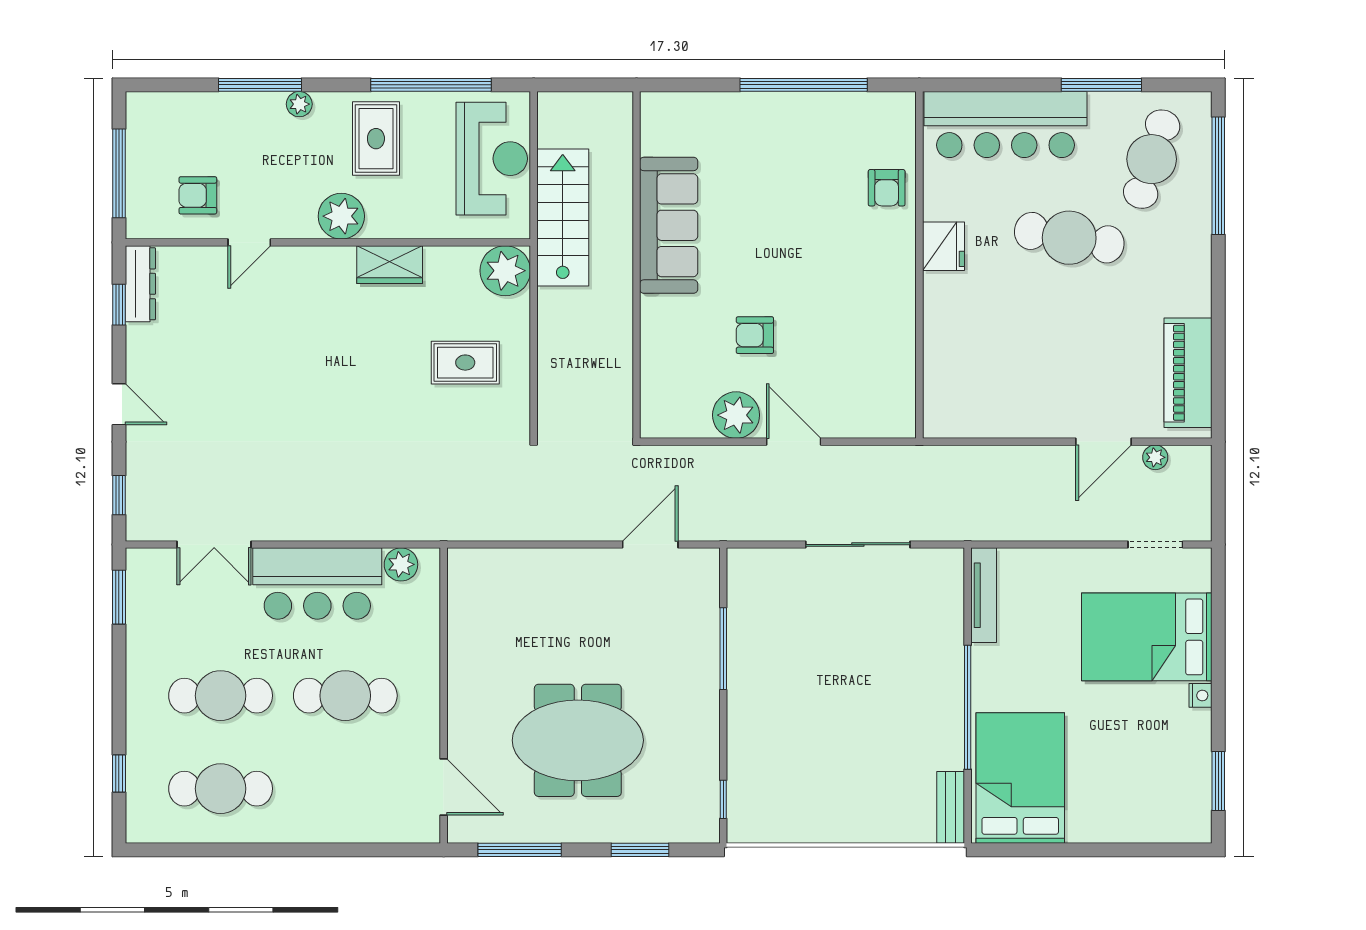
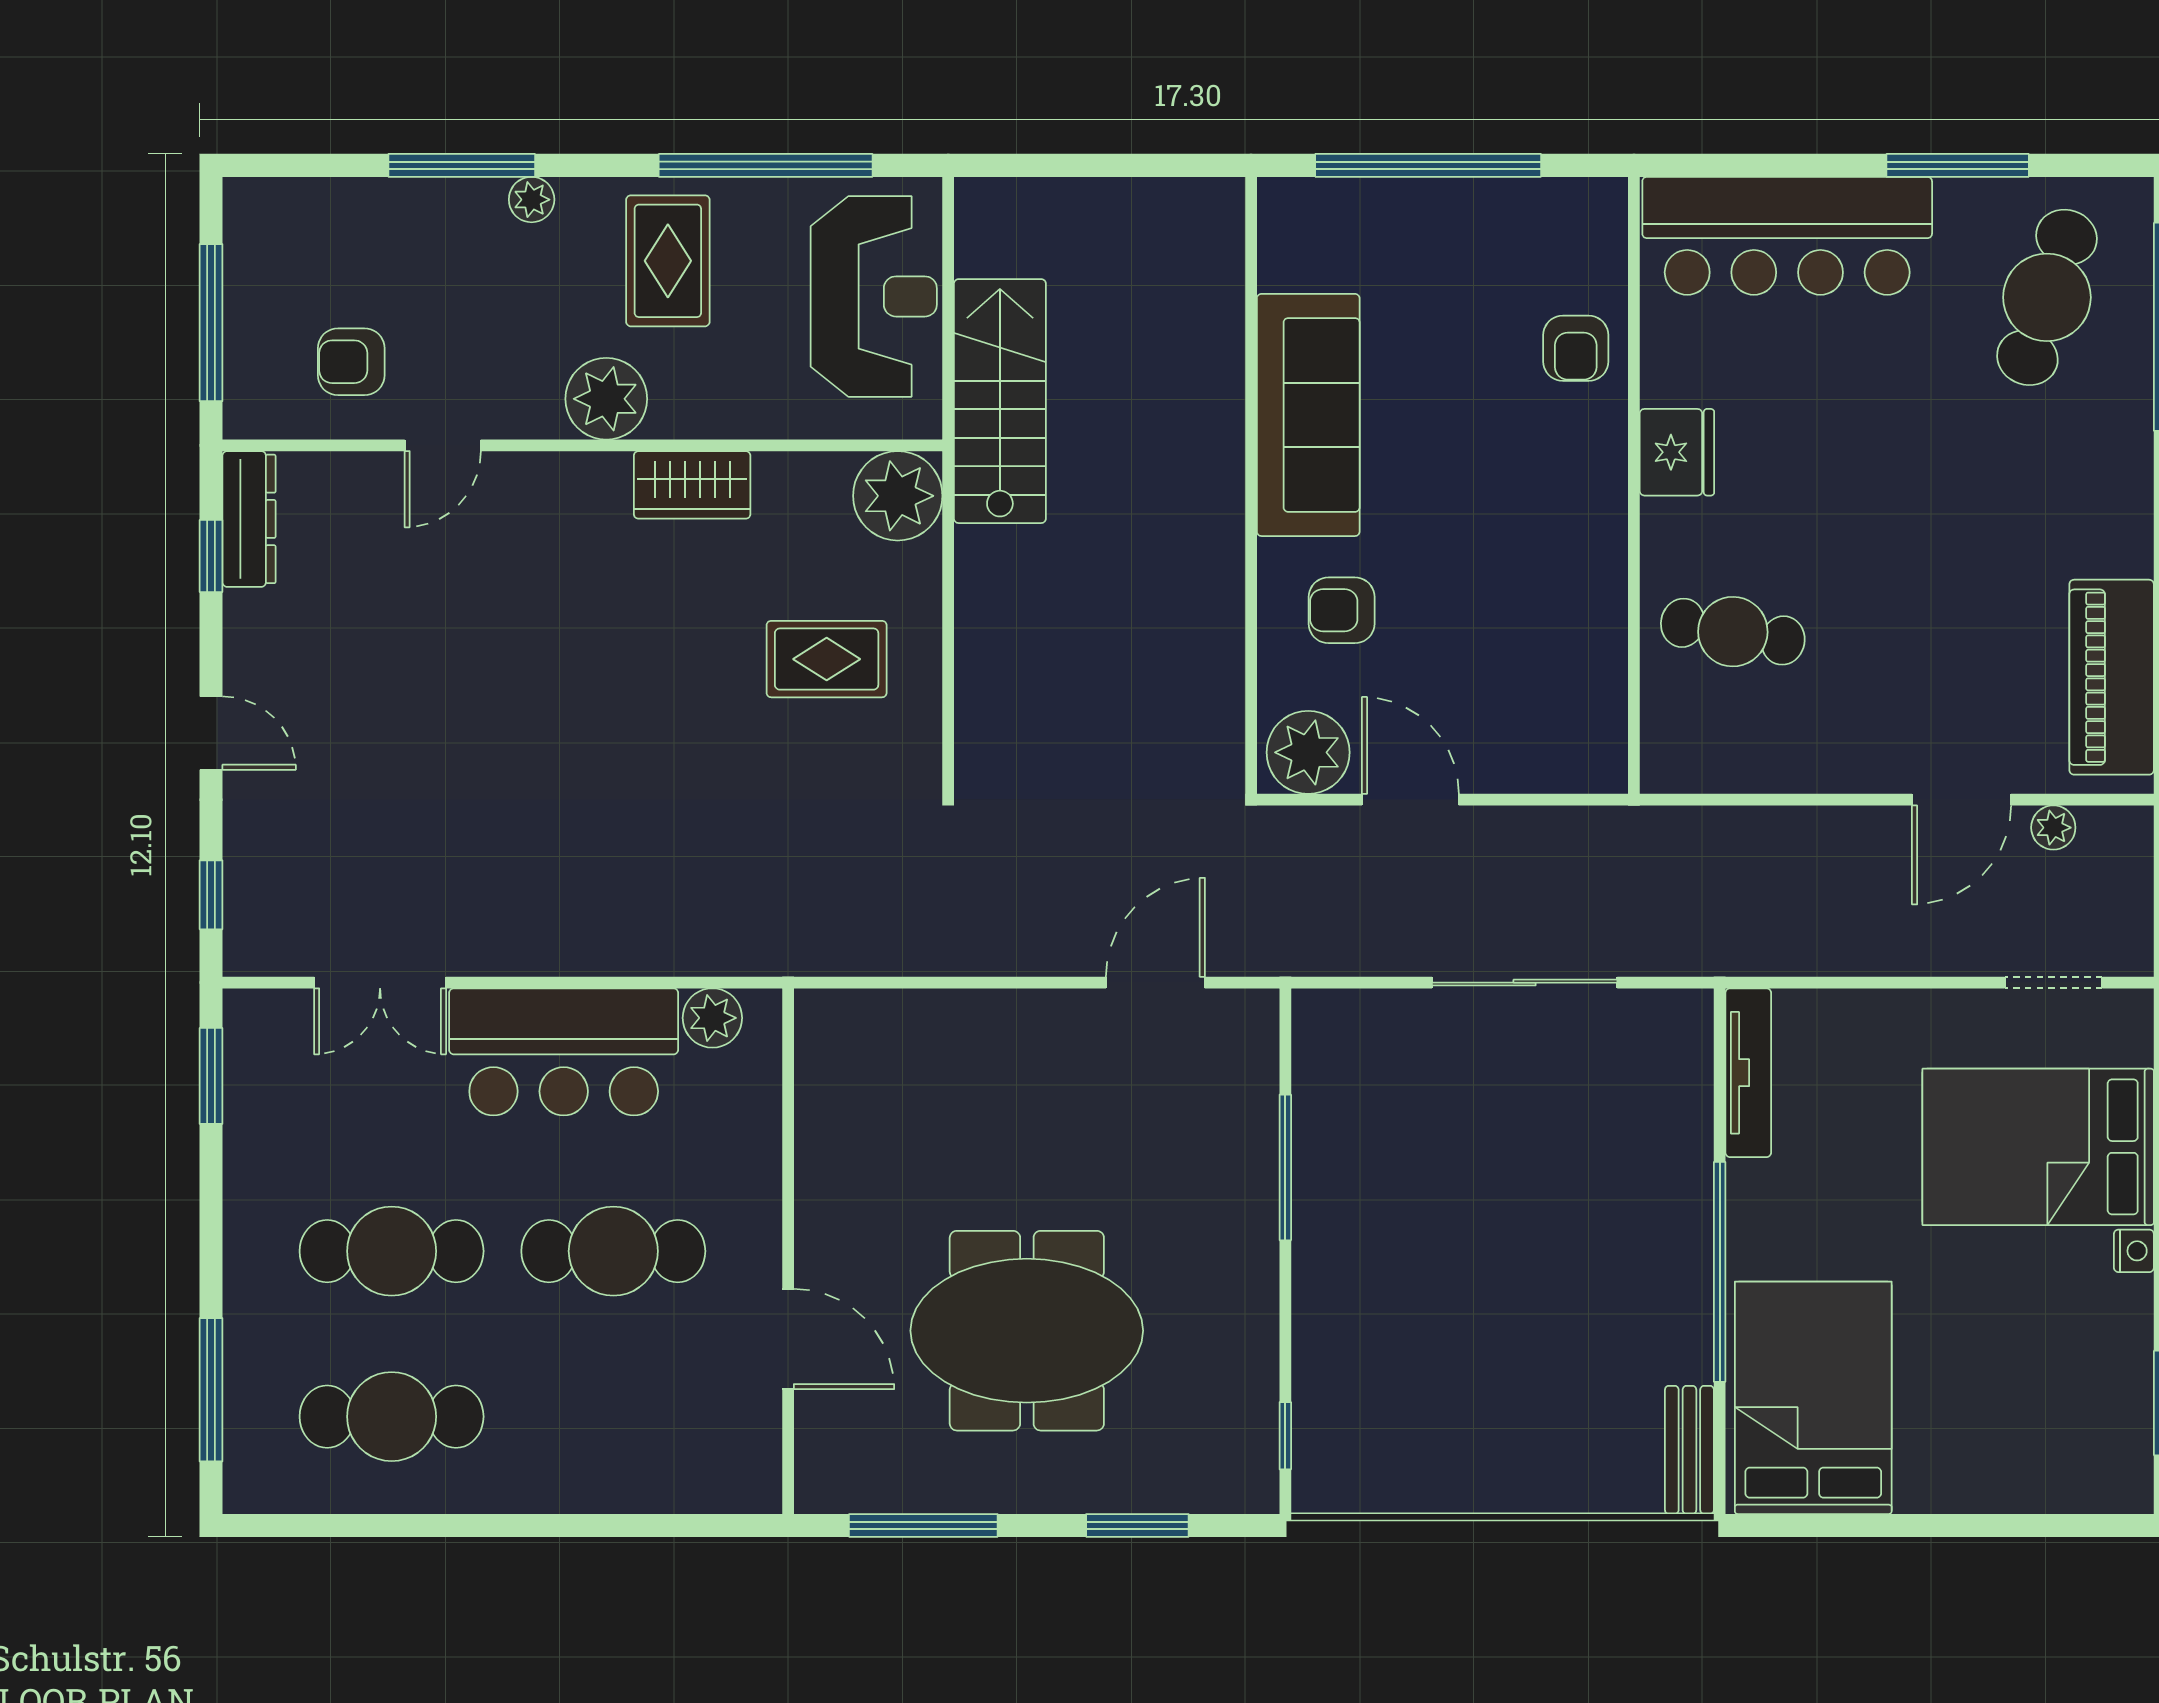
sofa: (669, 225) -> (1308, 415), moved
cafe table: (1069, 238) -> (1733, 632), moved, width x0.73, depth x0.74
wall: (636, 265) -> (1251, 485), moved
window: (119, 774) -> (211, 1390), width x2.17
door: (444, 787) -> (788, 1339), moved

